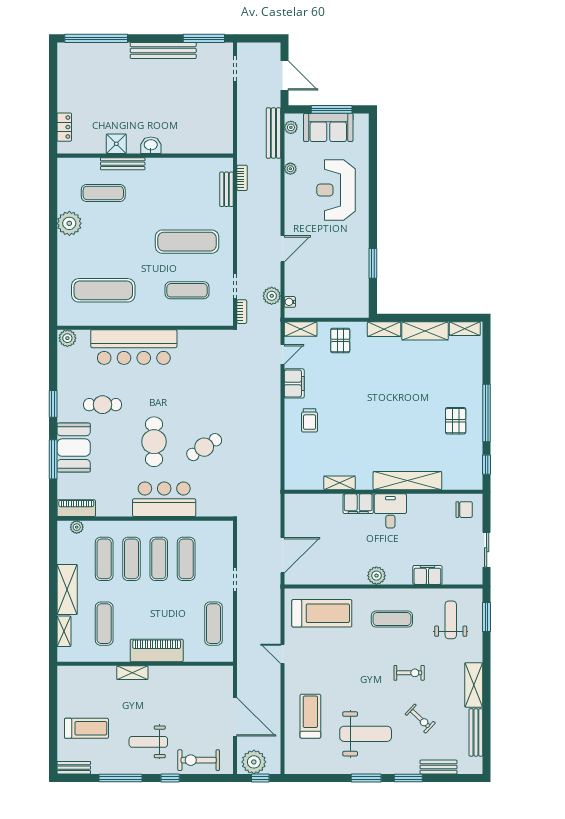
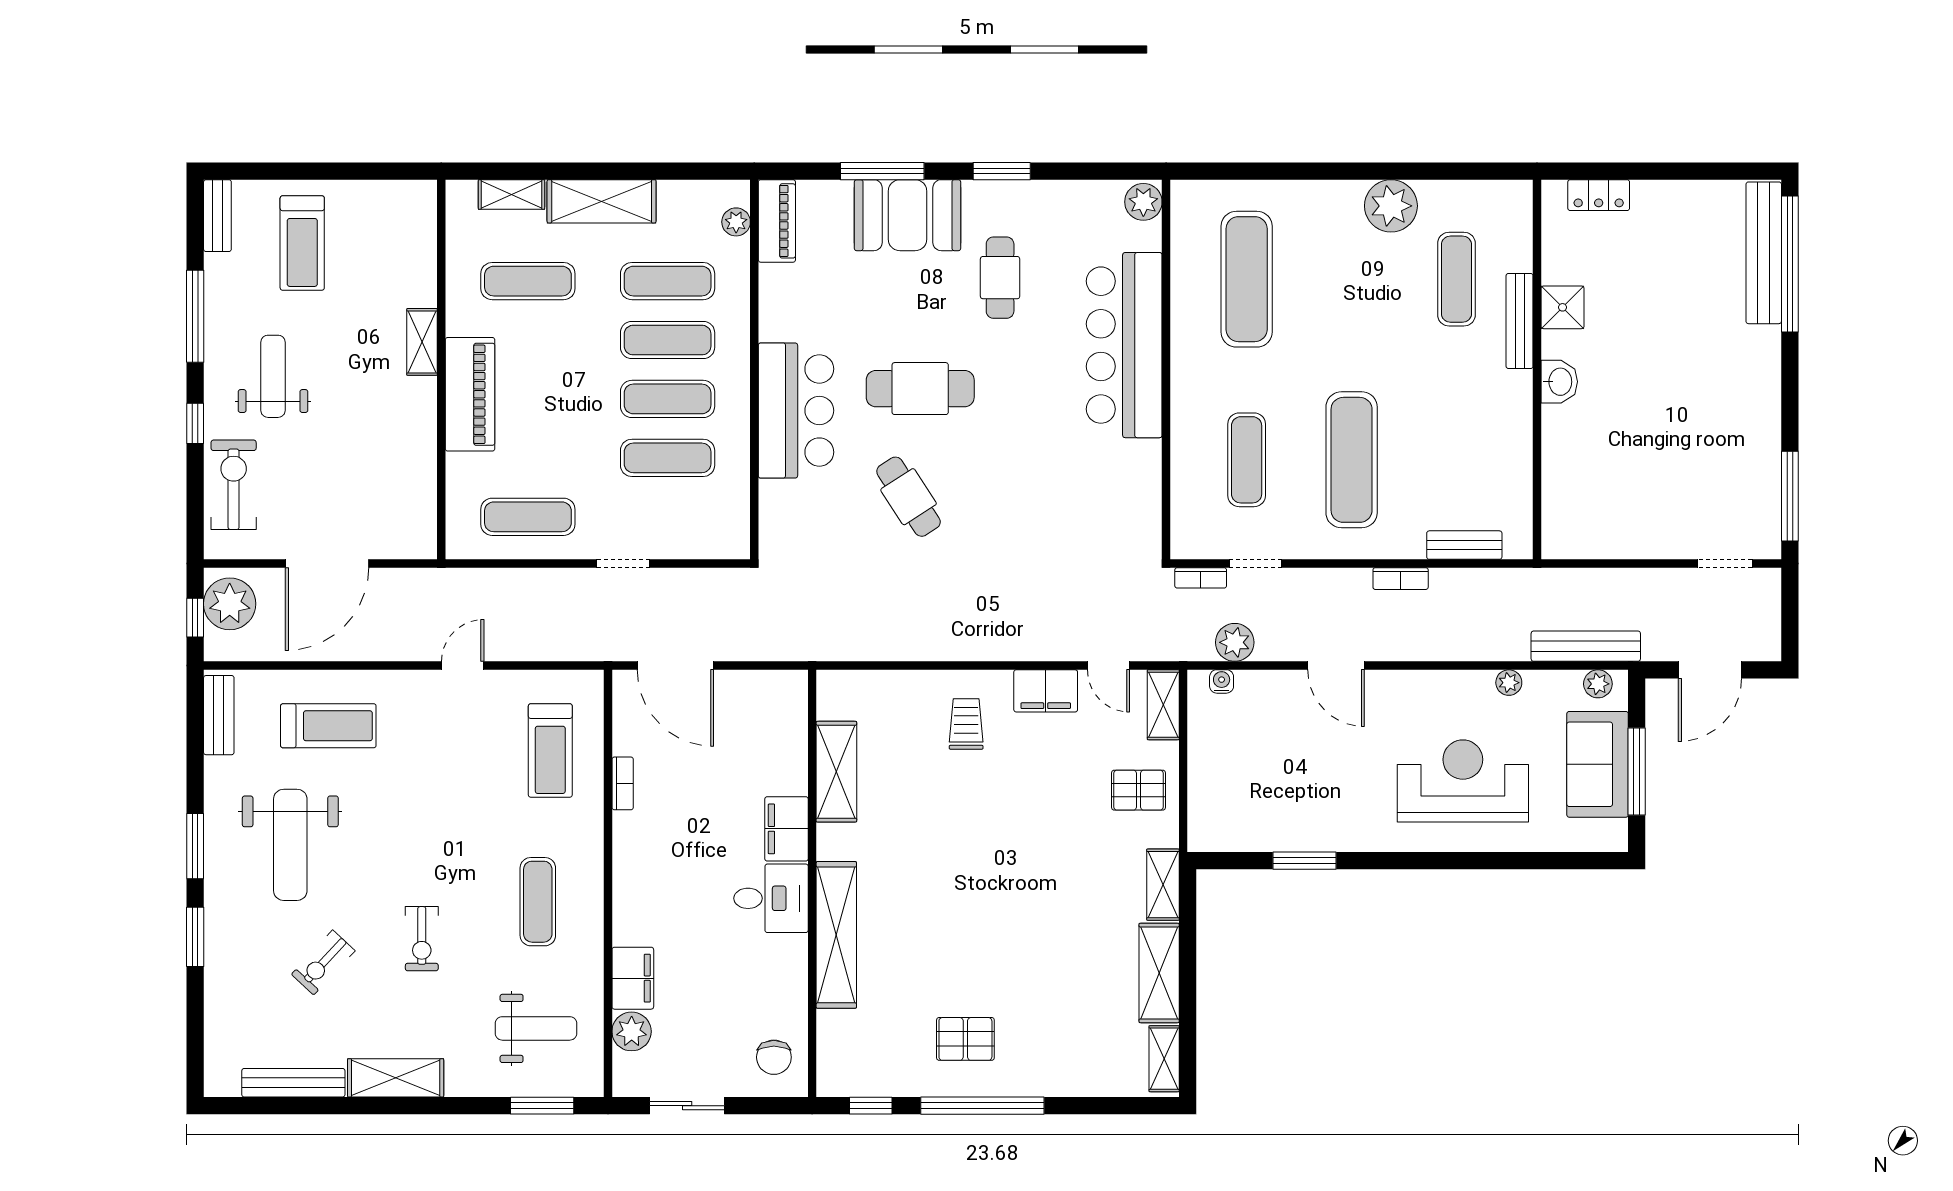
bench: (163, 50) -> (1764, 253), moved
bookcase: (242, 178) -> (1401, 579), moved
trolley: (310, 420) -> (966, 724), turned 90
shelving: (339, 483) -> (836, 772), width x1.50, depth x1.33
plant: (376, 576) -> (632, 1031), moved
bookcase: (337, 580) -> (623, 783), added
treadmill: (322, 613) -> (550, 750), width x0.73, depth x0.73
bench: (438, 767) -> (219, 715), moved

